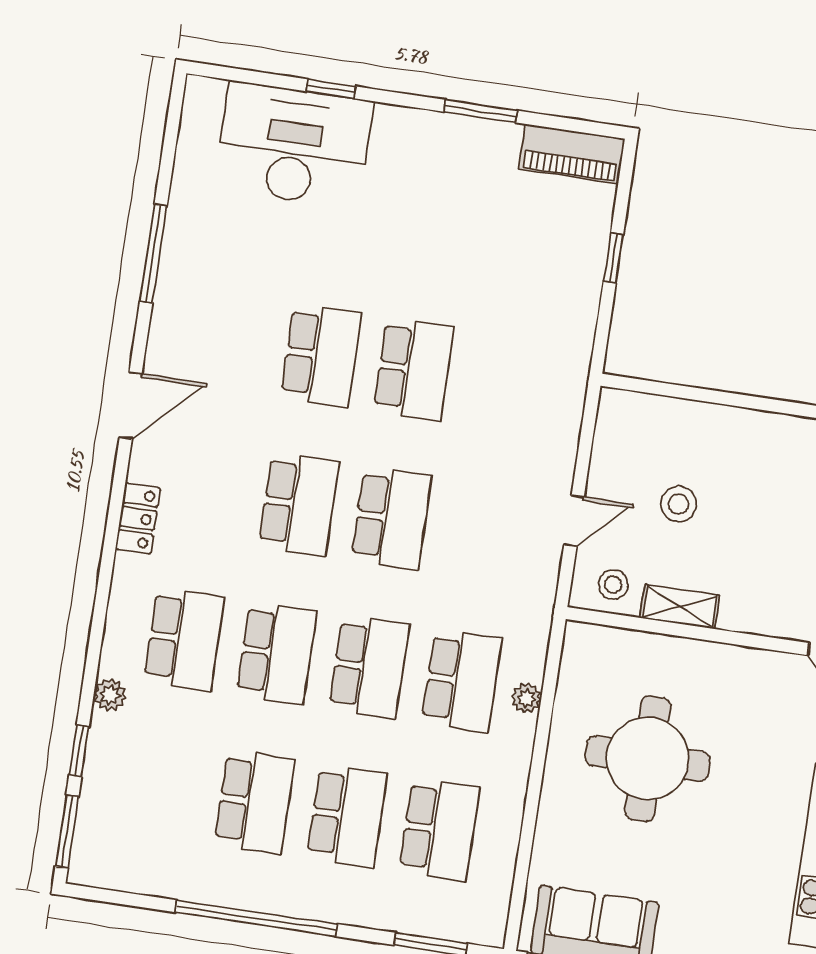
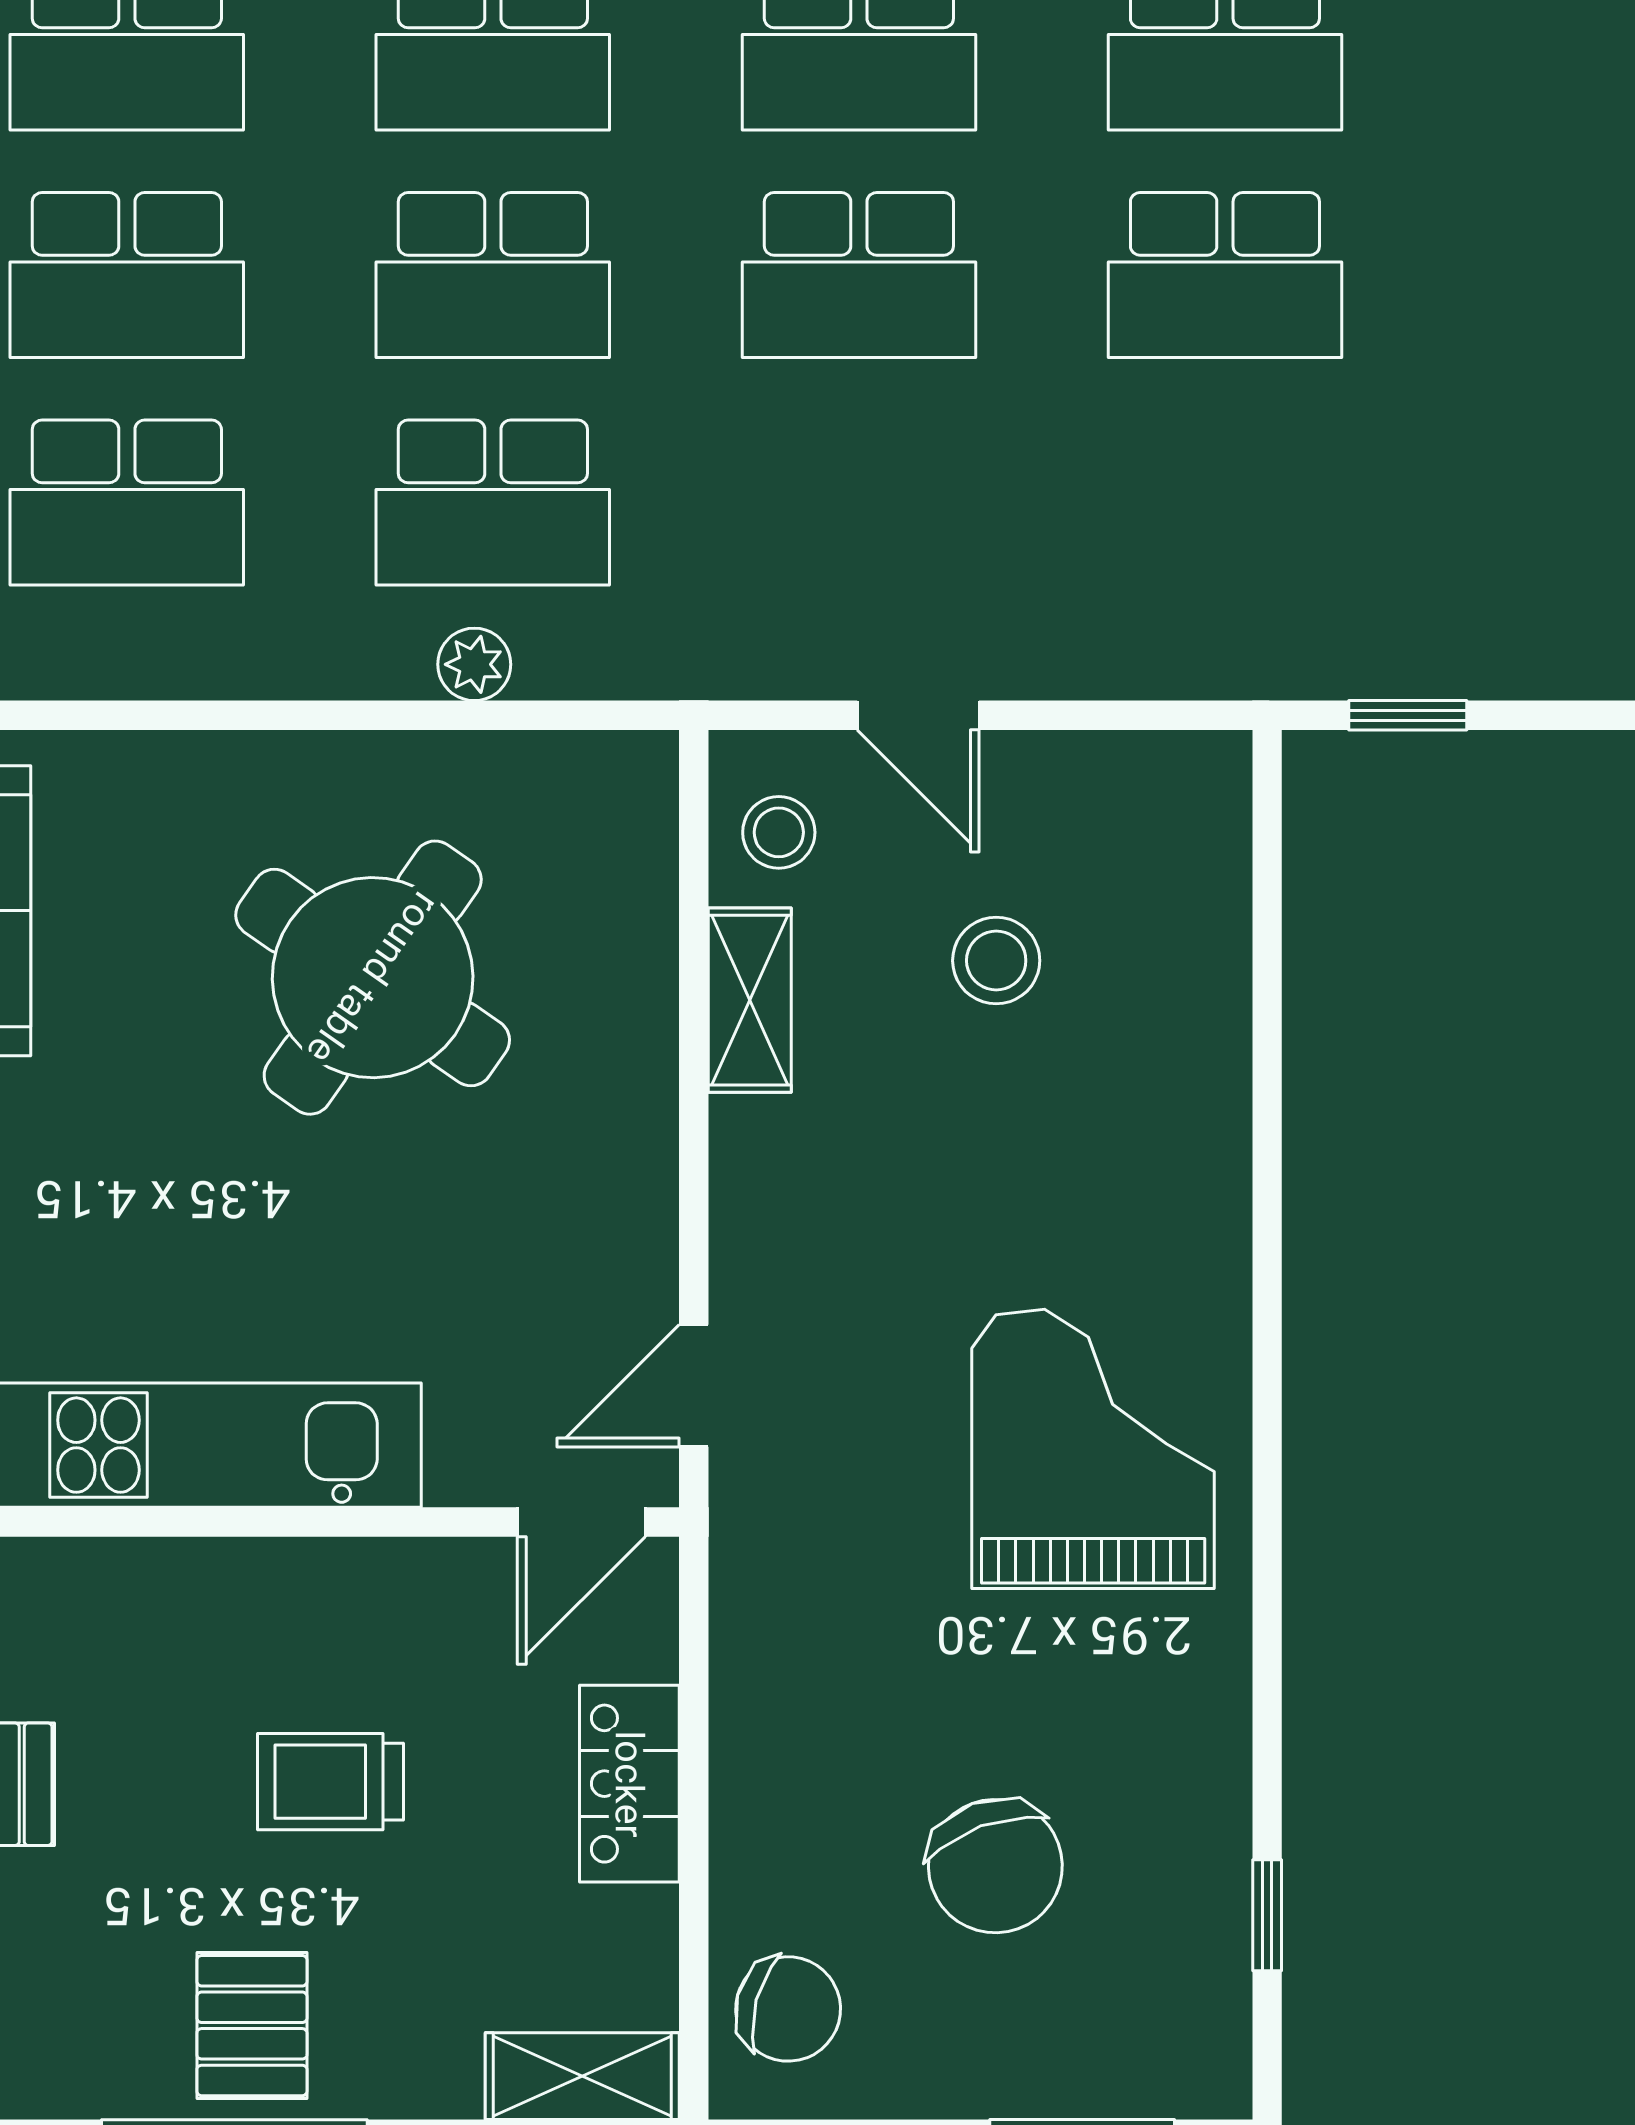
window: (613, 258) -> (1408, 715), moved
round table: (648, 759) -> (373, 978), turned 35

